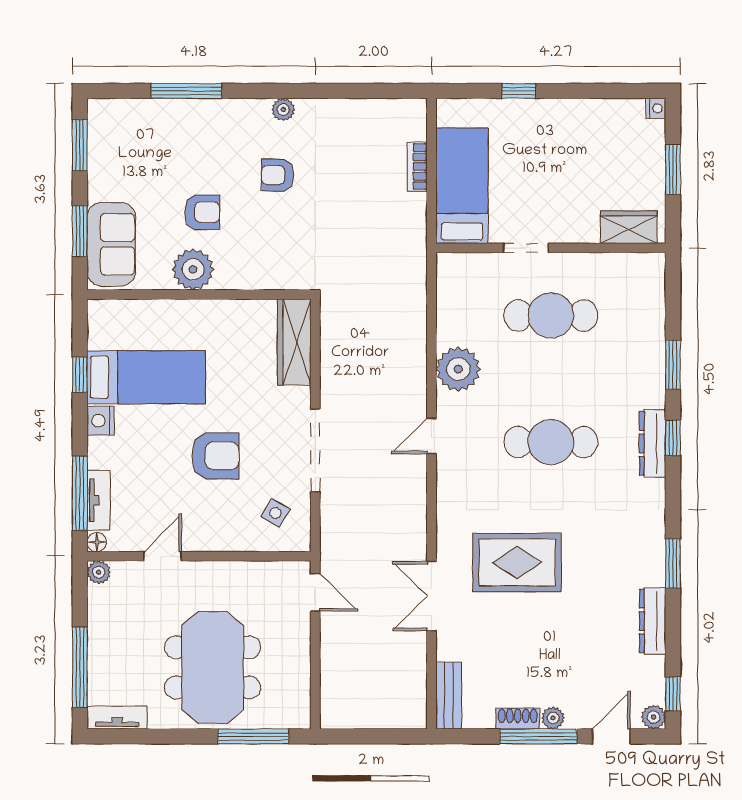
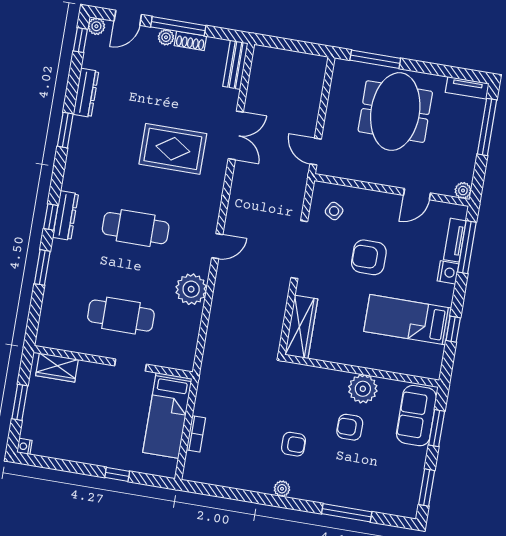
nightstand: (100, 421) -> (448, 272), moved
floor lamp: (97, 542) -> (461, 211), removed

